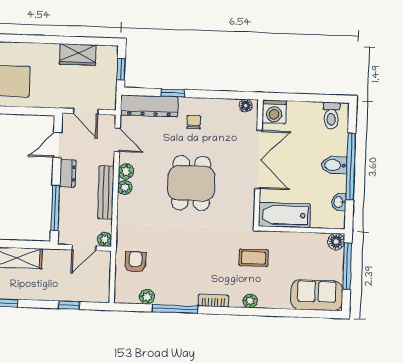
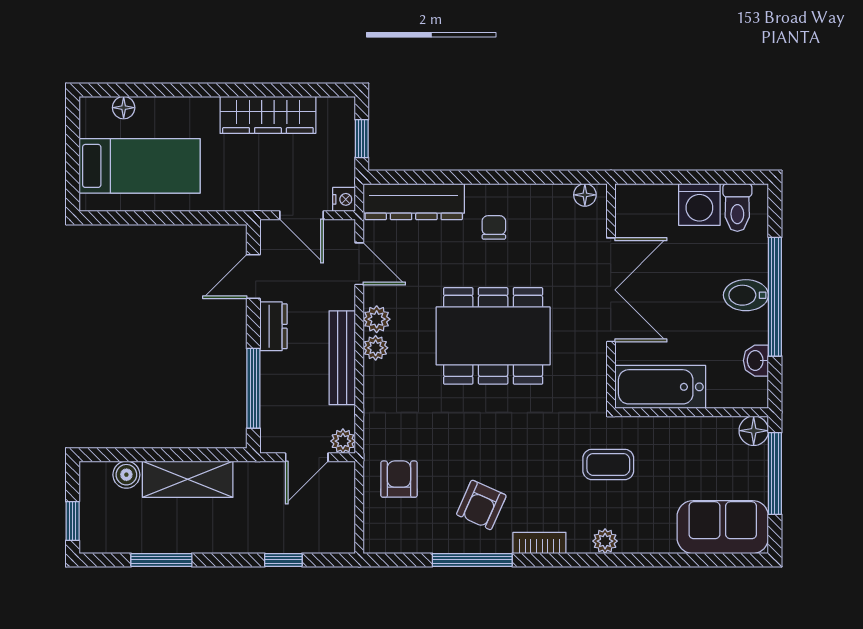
wardrobe: (78, 55) -> (268, 115), width x1.50
window: (173, 93) -> (455, 177), removed
nightstand: (110, 103) -> (344, 199), added
washing machine: (274, 112) -> (699, 204), moved
dining table: (191, 183) -> (493, 336), width x1.38
armchair: (181, 278) -> (481, 505), added
plant: (147, 297) -> (422, 540), removed

